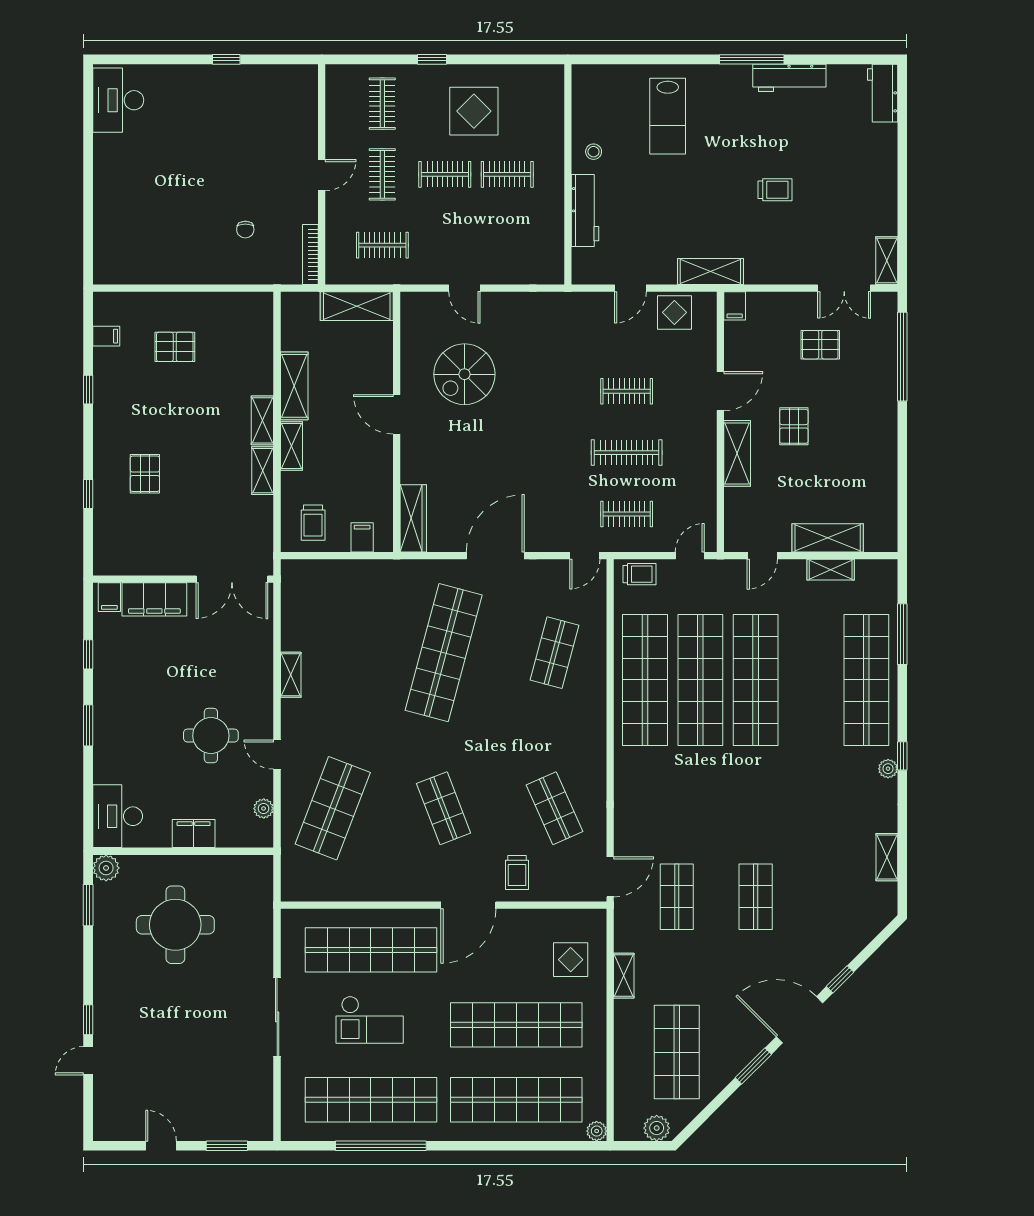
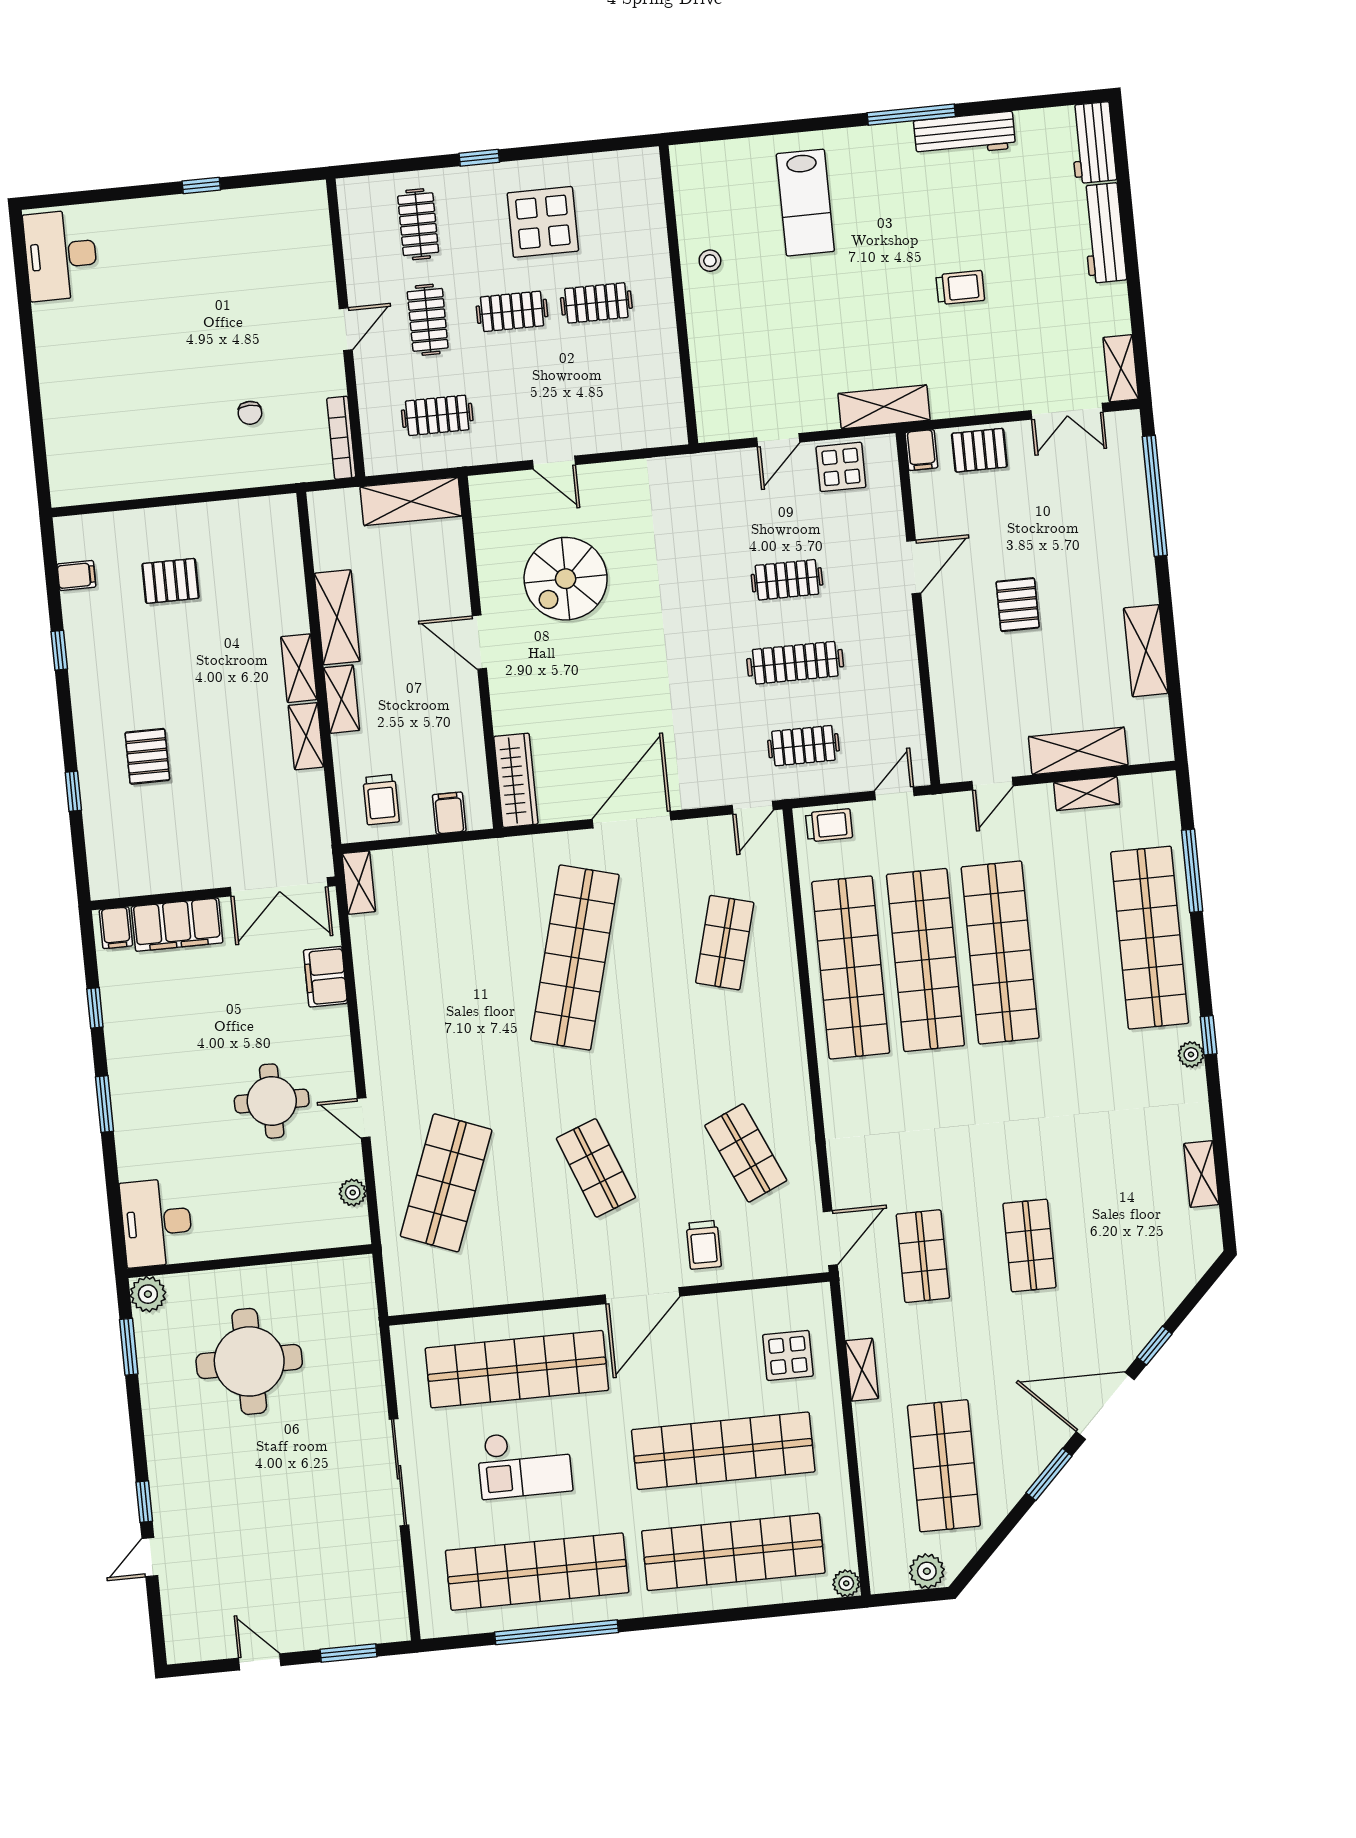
workbench: (585, 211) -> (1104, 233), moved, turned 180
pallet: (820, 345) -> (979, 450), moved
shelving: (737, 453) -> (1146, 651), moved
shelving: (291, 675) -> (359, 883), moved
filing cabinet: (194, 834) -> (325, 977), moved, turned -90

